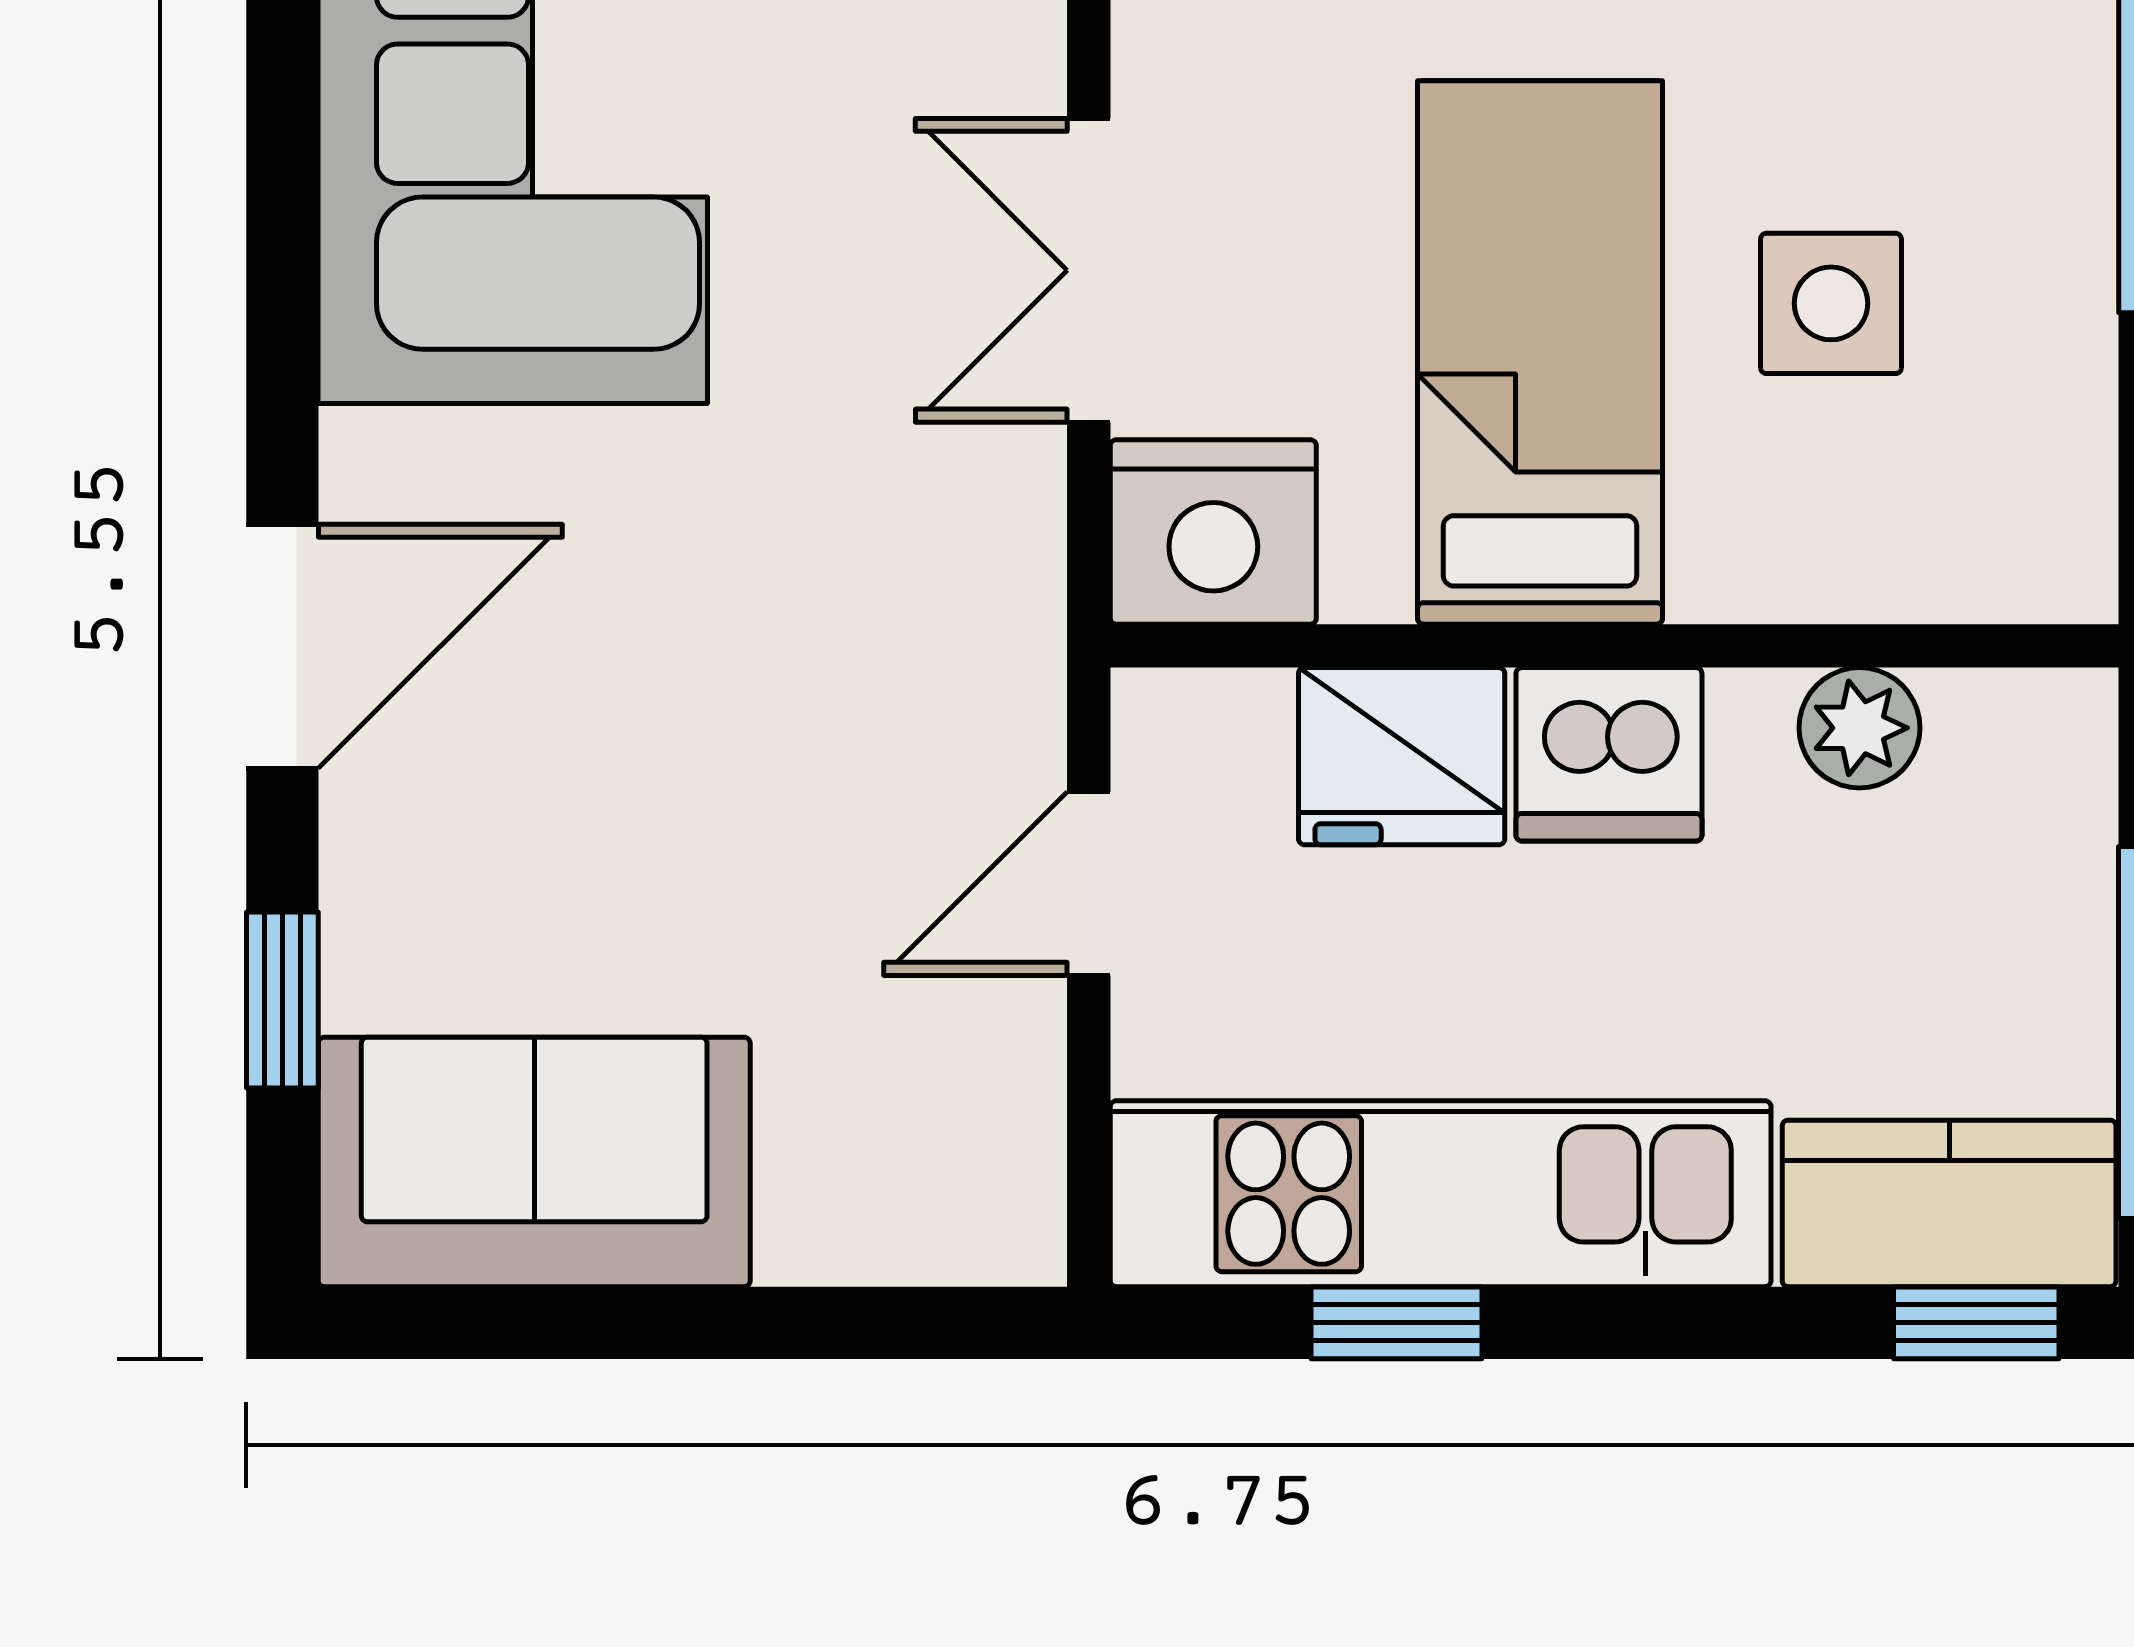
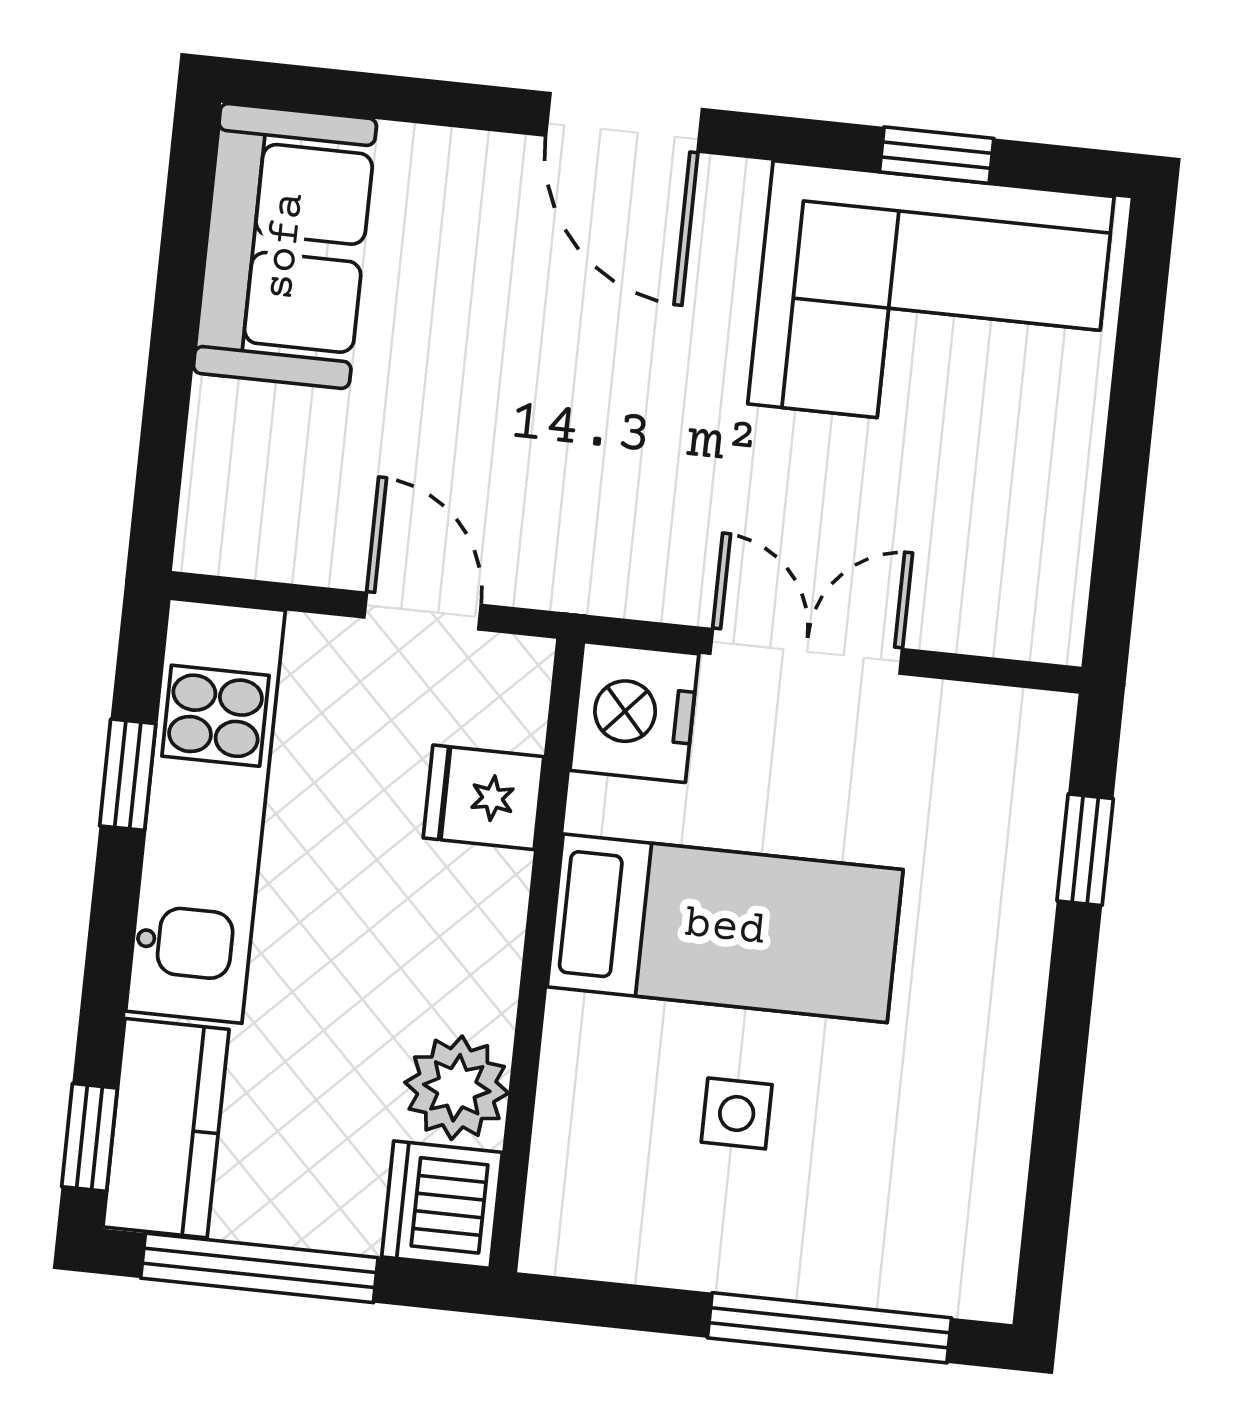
side table: (1831, 303) -> (737, 1113), width x0.73, depth x0.73
plant: (1859, 728) -> (457, 1088), width x1.38, depth x1.38
dishwasher: (1609, 754) -> (442, 1205), moved
fridge: (1402, 756) -> (484, 797), width x0.72
window: (282, 1000) -> (937, 155), moved

